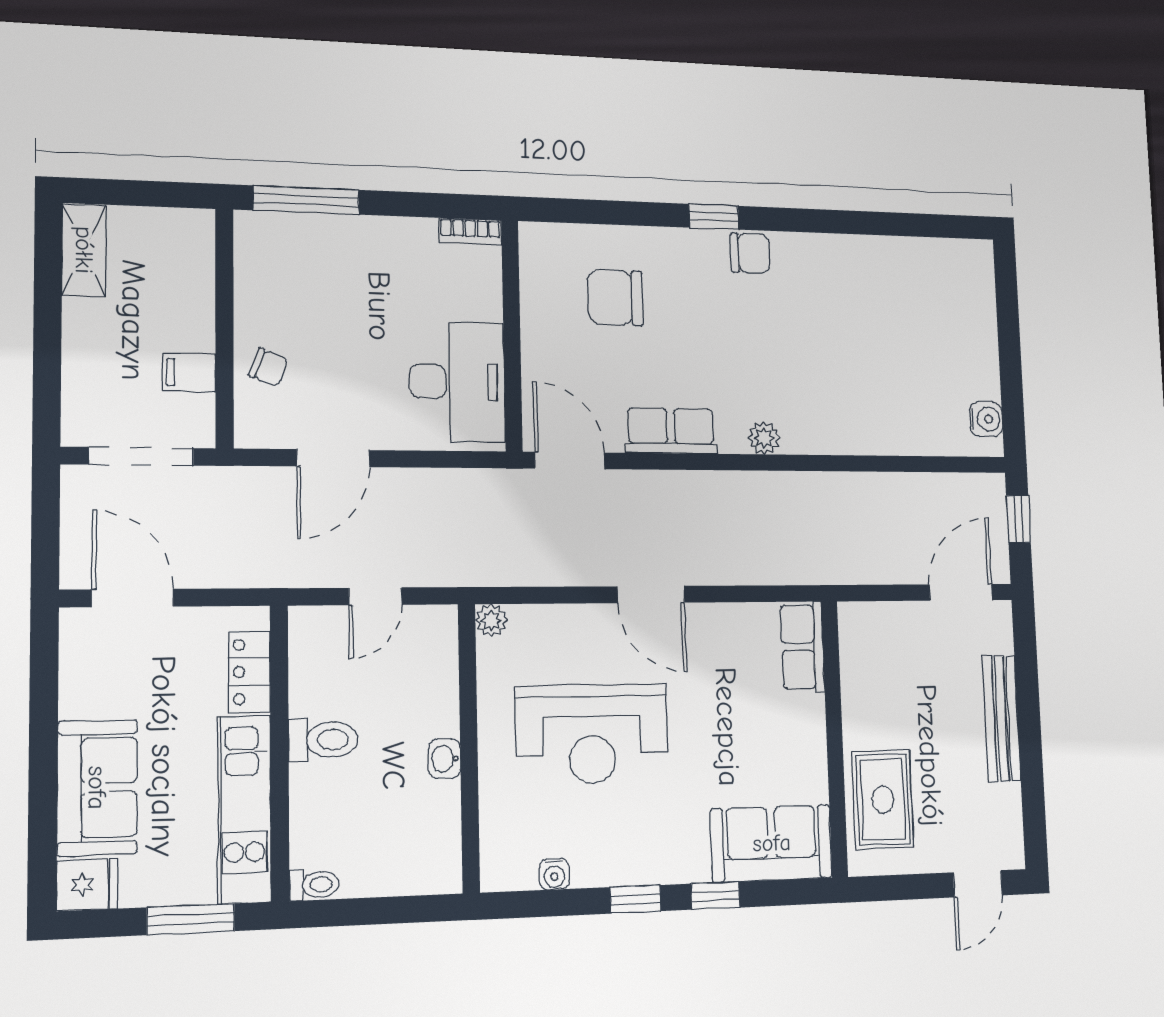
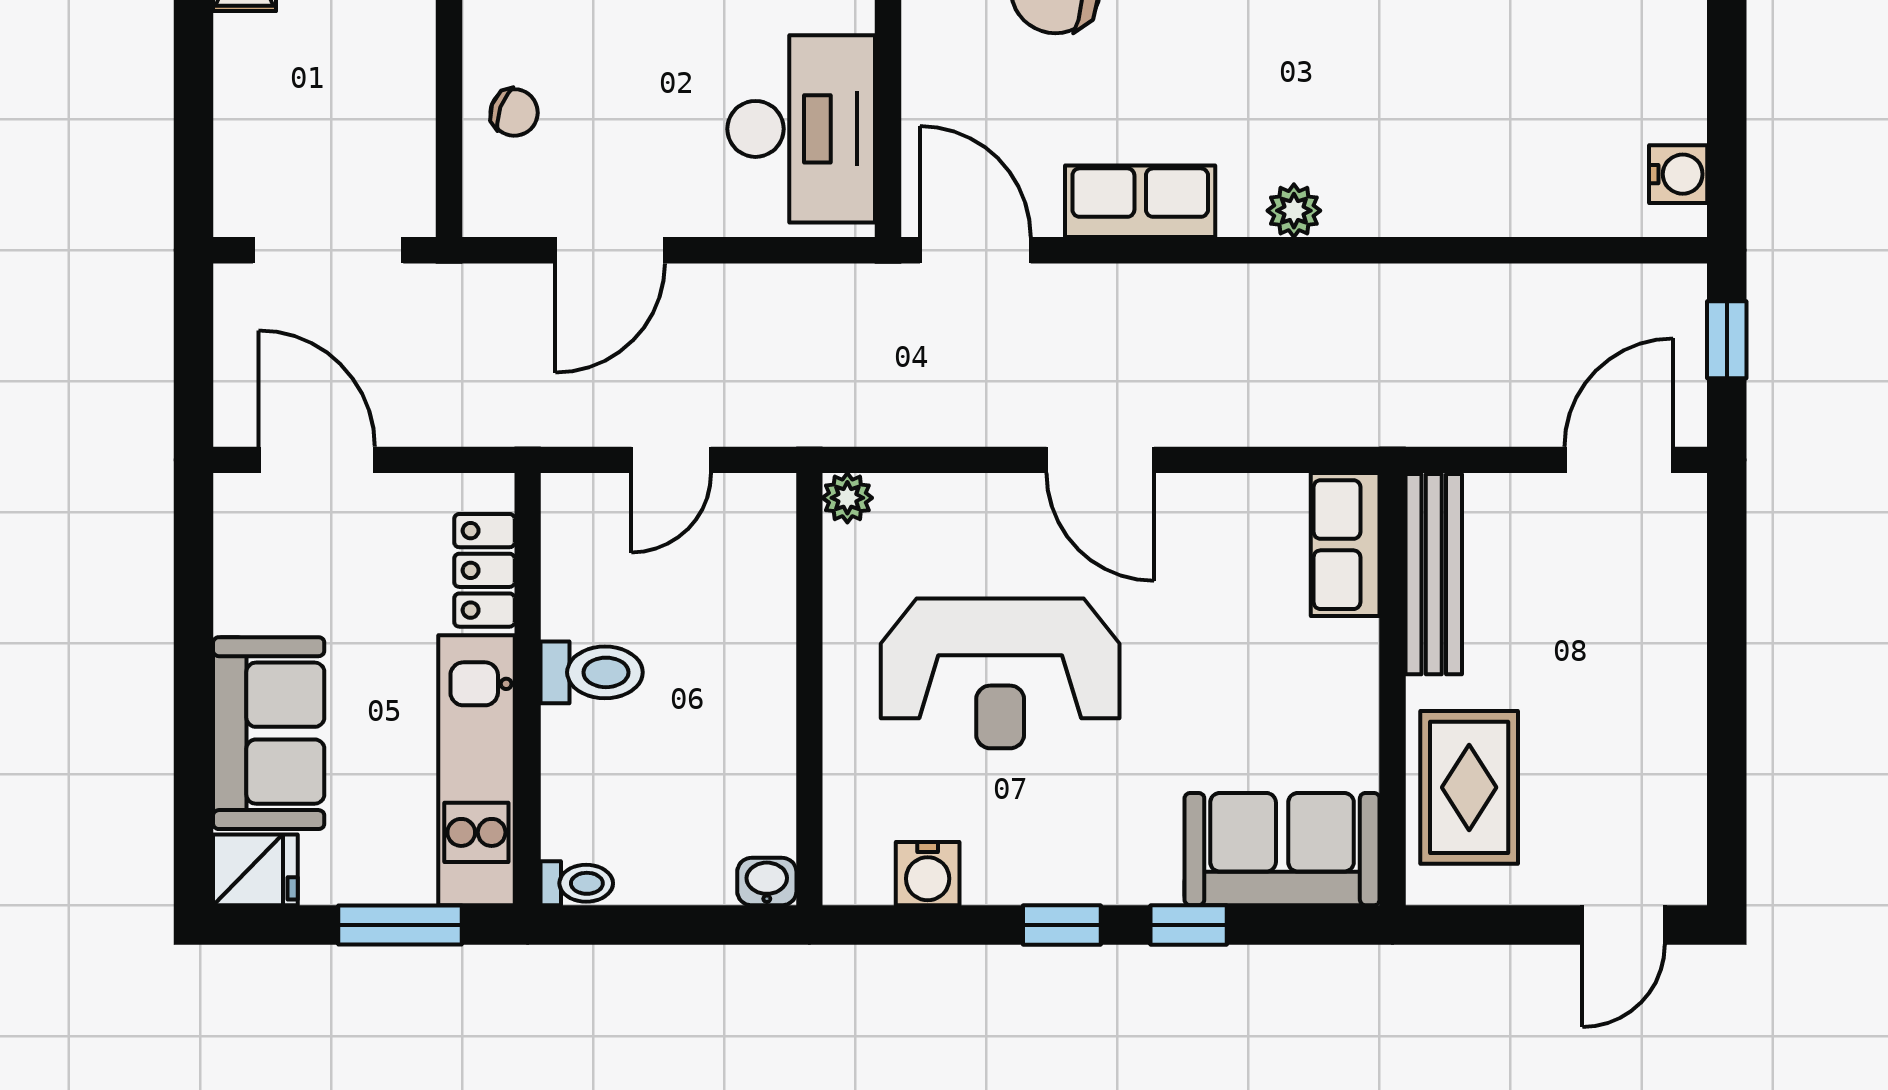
filing cabinet: (189, 372) -> (397, 123), removed
bench: (1002, 718) -> (1434, 574), moved
washbasin: (445, 759) -> (767, 882), moved, turned 90
water cooler: (554, 874) -> (928, 874), width x1.38, depth x1.38

